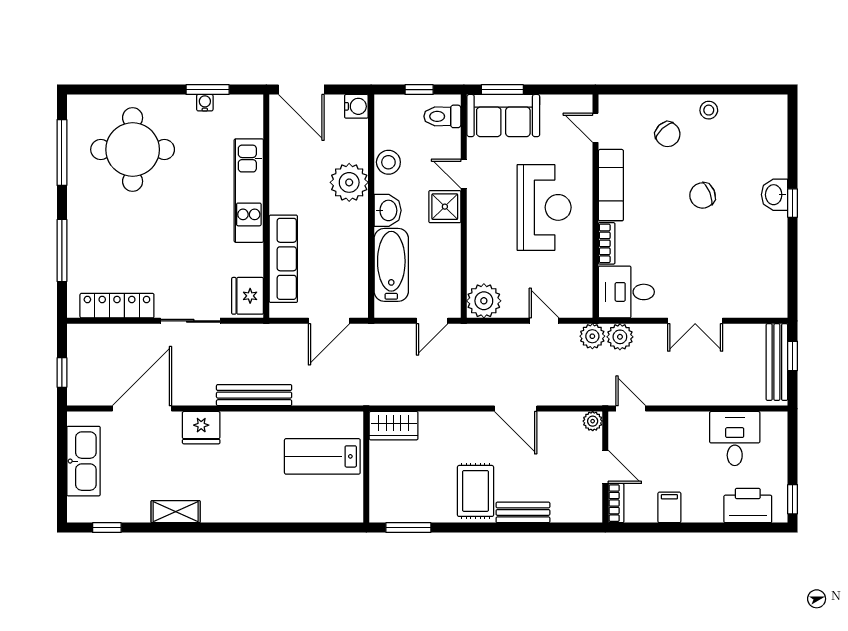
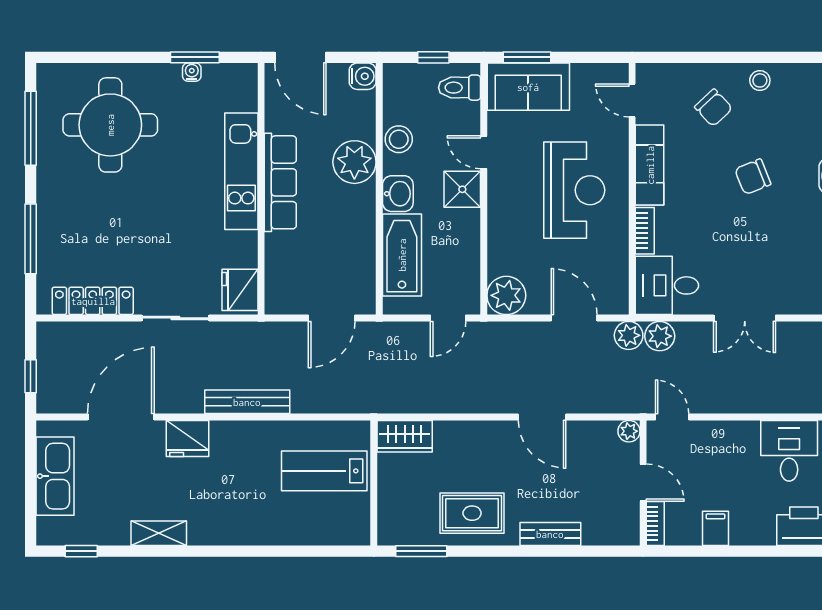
row of seats: (283, 259) -> (280, 182), moved
door: (544, 321) -> (574, 318), width x1.37
rug: (476, 491) -> (472, 513), moved, turned 90

